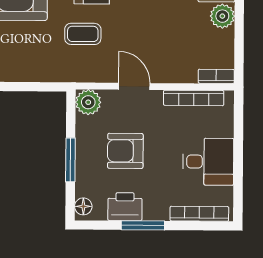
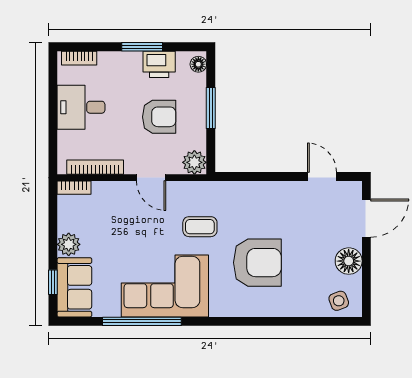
bookcase: (199, 214) -> (79, 58), width x0.64

